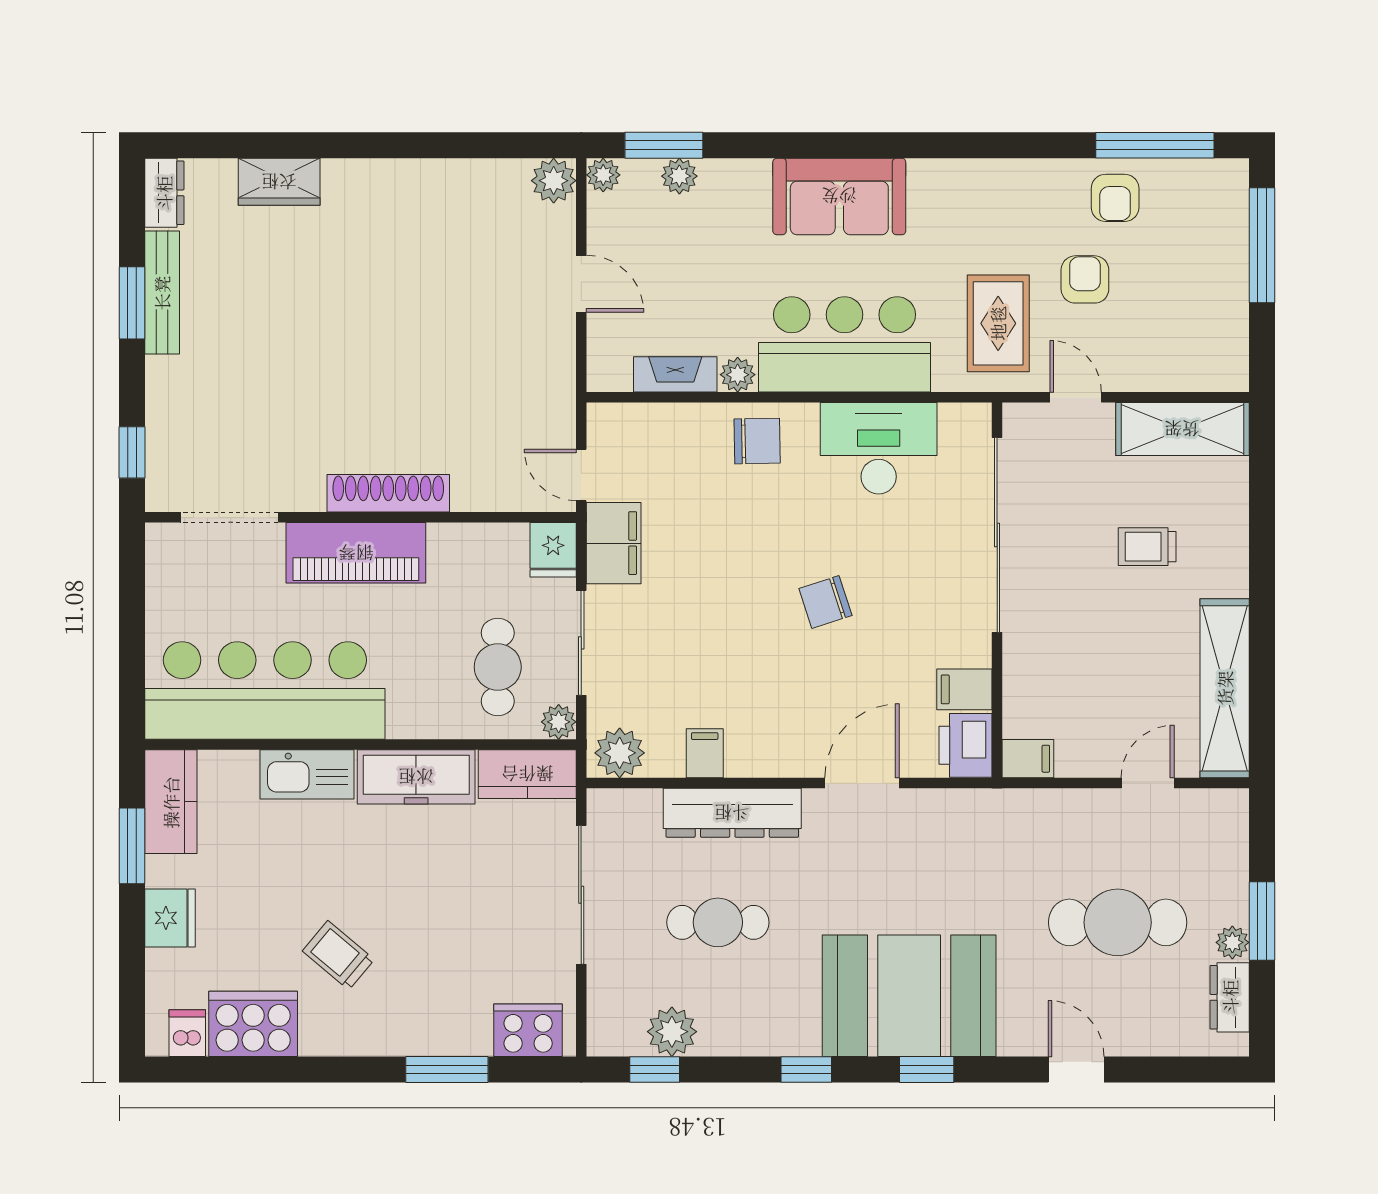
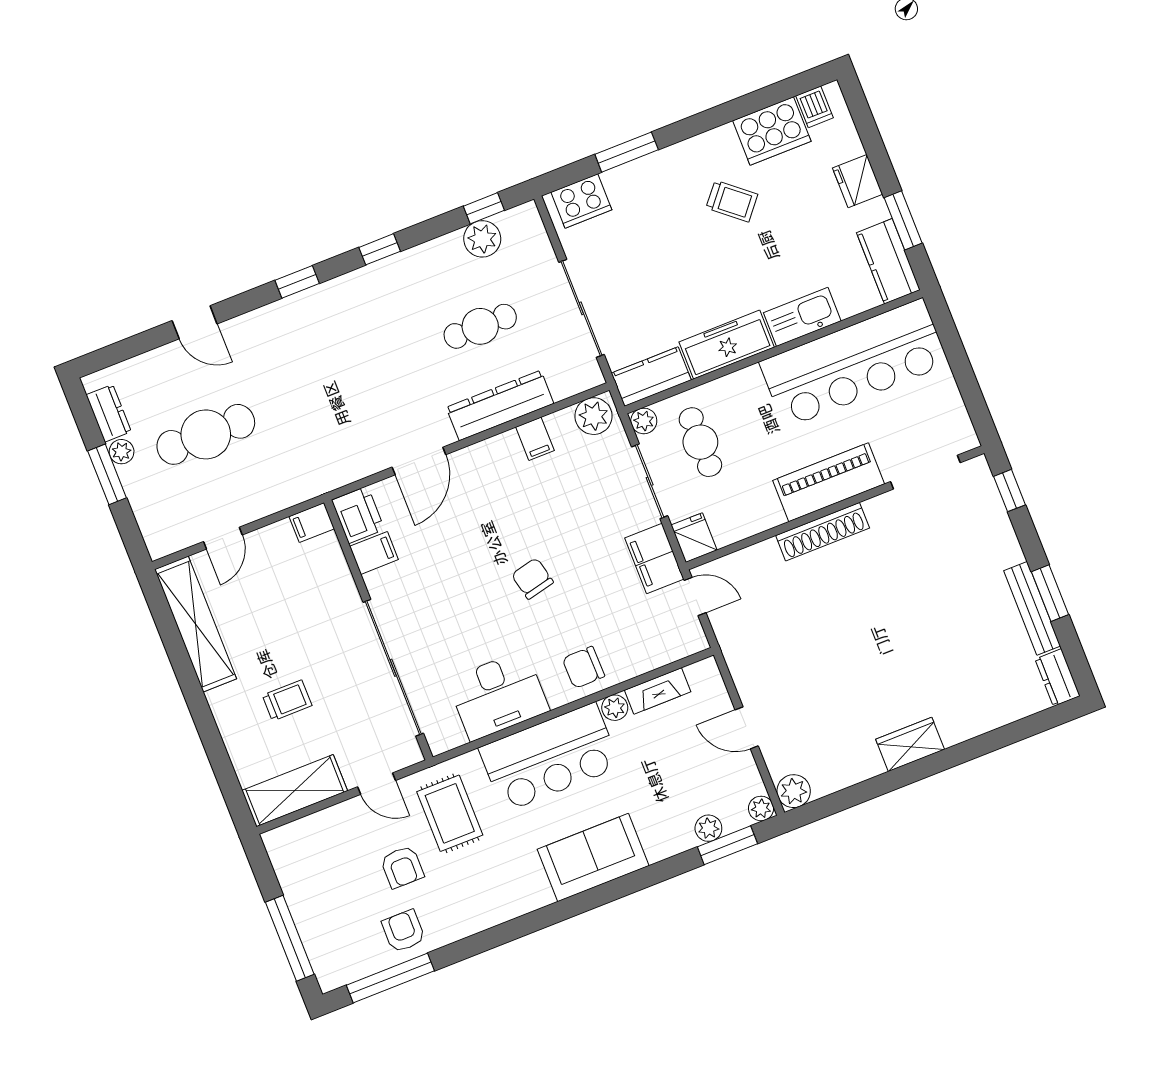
wardrobe: (279, 182) -> (910, 744), moved
chair: (825, 602) -> (532, 578), moved, turned -85
booth: (909, 996) -> (329, 328), removed

